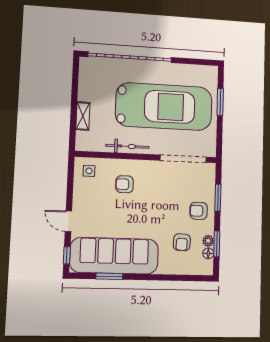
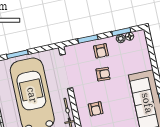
armchair: (182, 242) -> (103, 74), moved

